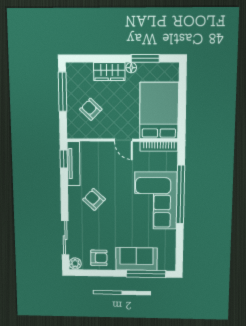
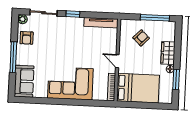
door: (123, 140) -> (117, 61), hinge flipped
window: (64, 159) -> (73, 14), moved
window: (180, 194) -> (75, 102), removed
armchair: (94, 199) -> (73, 37), removed
sofa: (136, 259) -> (24, 81), moved
window: (146, 274) -> (13, 57), moved

